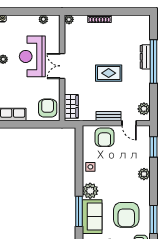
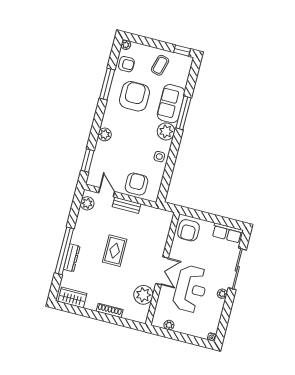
plant: (69, 19) -> (143, 295), moved, width x1.88, depth x1.88
rug: (109, 73) -> (115, 251), turned 90
wardrobe: (71, 106) -> (72, 297), moved, turned 90

